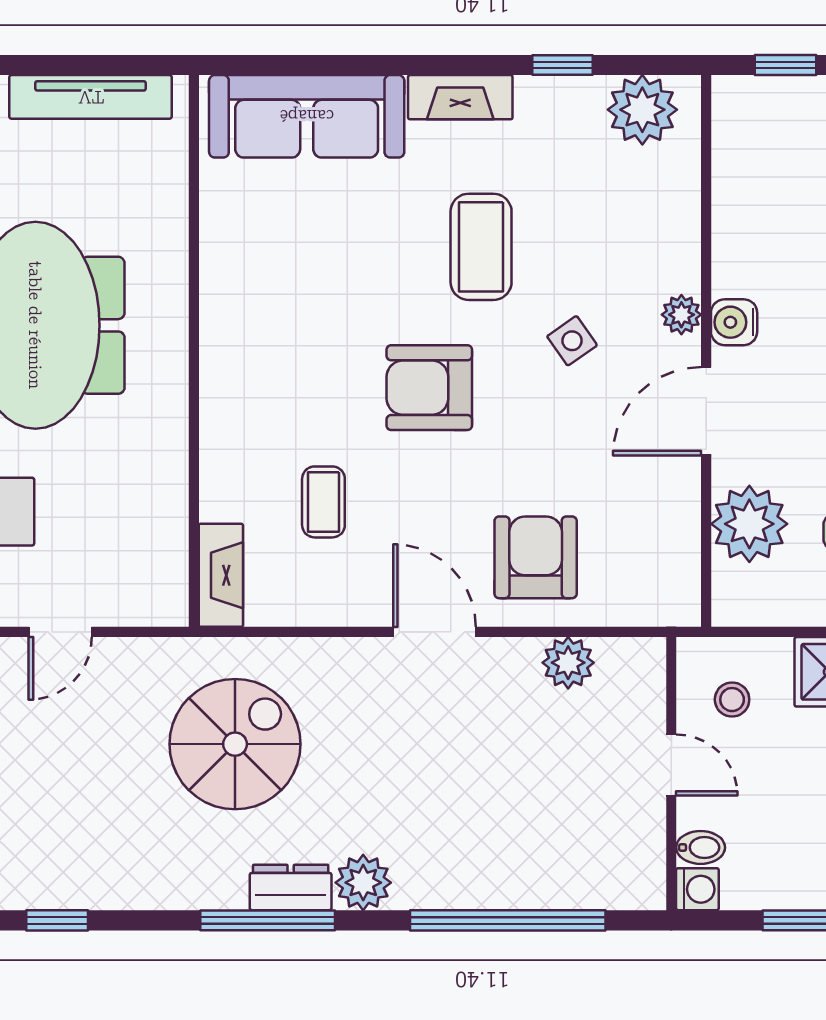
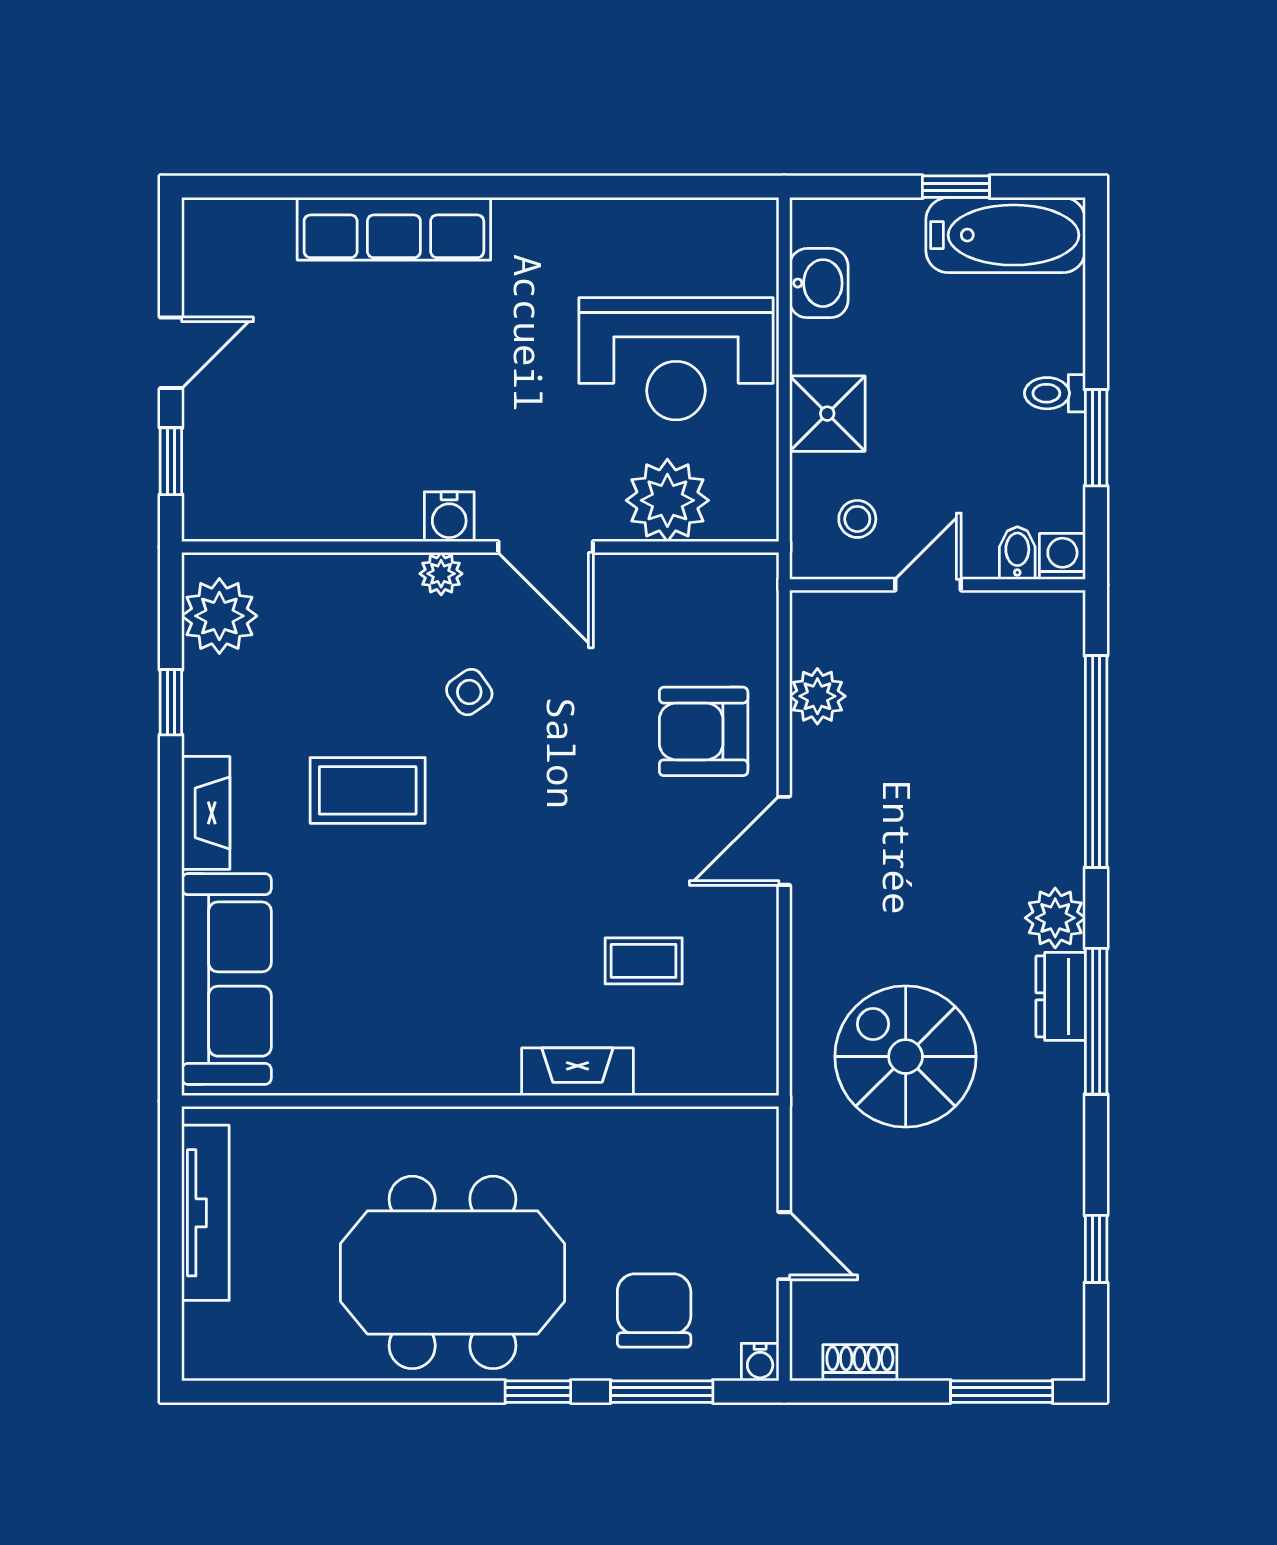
armchair: (429, 388) -> (520, 846), removed
fireplace: (221, 575) -> (577, 1072), moved

